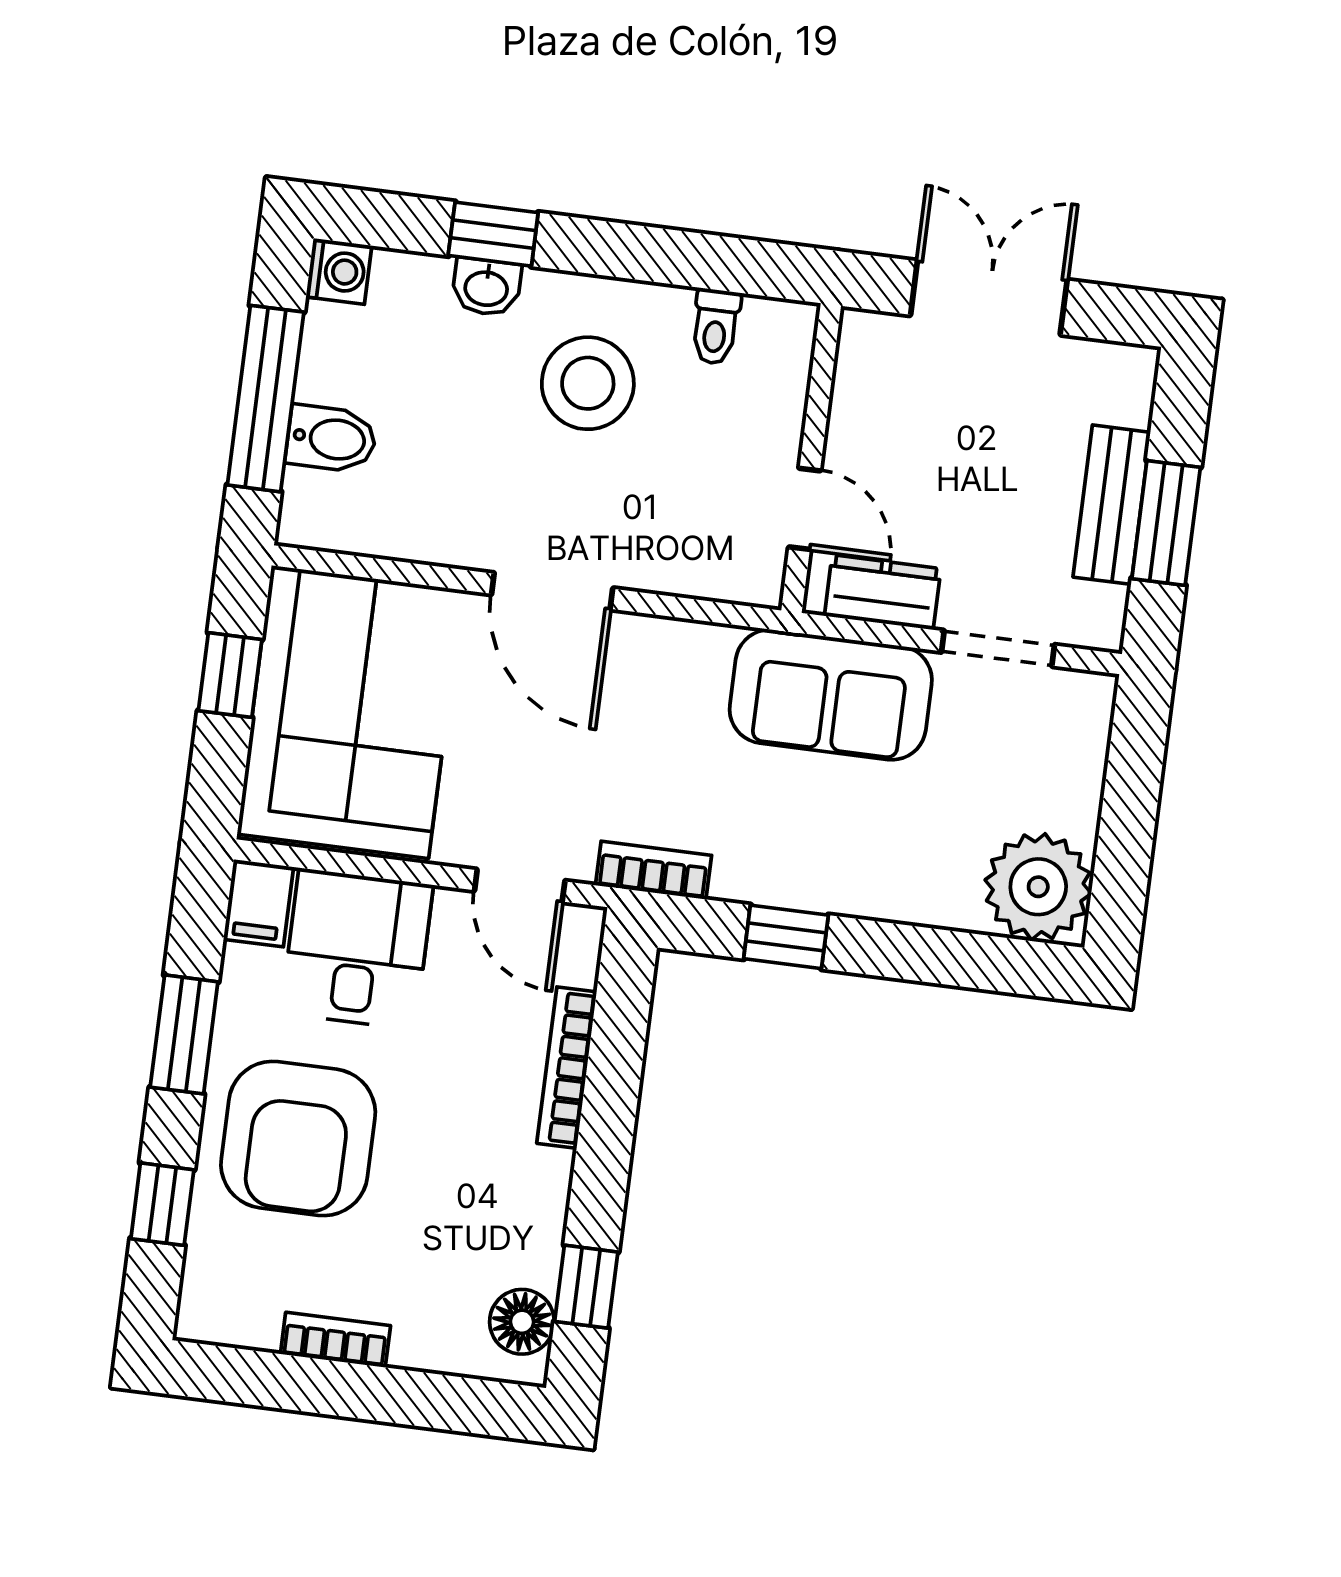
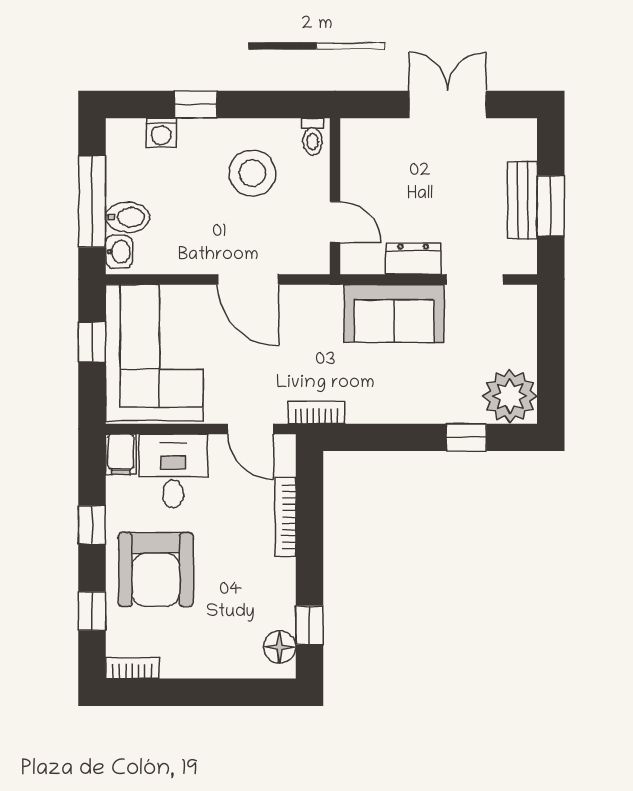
washing machine: (339, 271) -> (161, 133), moved, turned 90
washbasin: (486, 287) -> (119, 252), moved, turned -90
wall: (811, 458) -> (335, 196), moved
door: (805, 509) -> (335, 222), moved
window: (786, 937) -> (466, 437), moved
window: (184, 1034) -> (92, 525), width x0.67
bookcase: (335, 1340) -> (132, 668), moved

